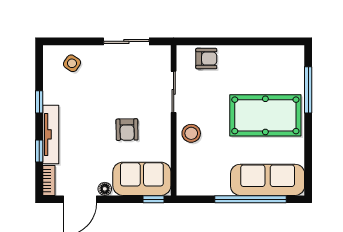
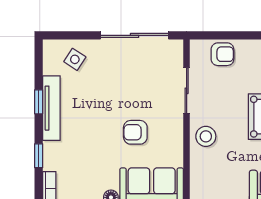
sliding door: (126, 41) -> (135, 35), width x1.37
armchair: (127, 130) -> (135, 132), turned 91
tv unit: (51, 134) -> (51, 108), moved

